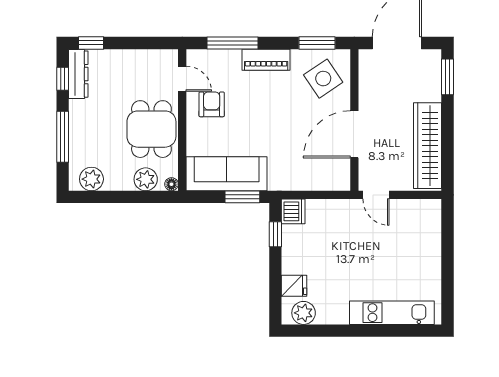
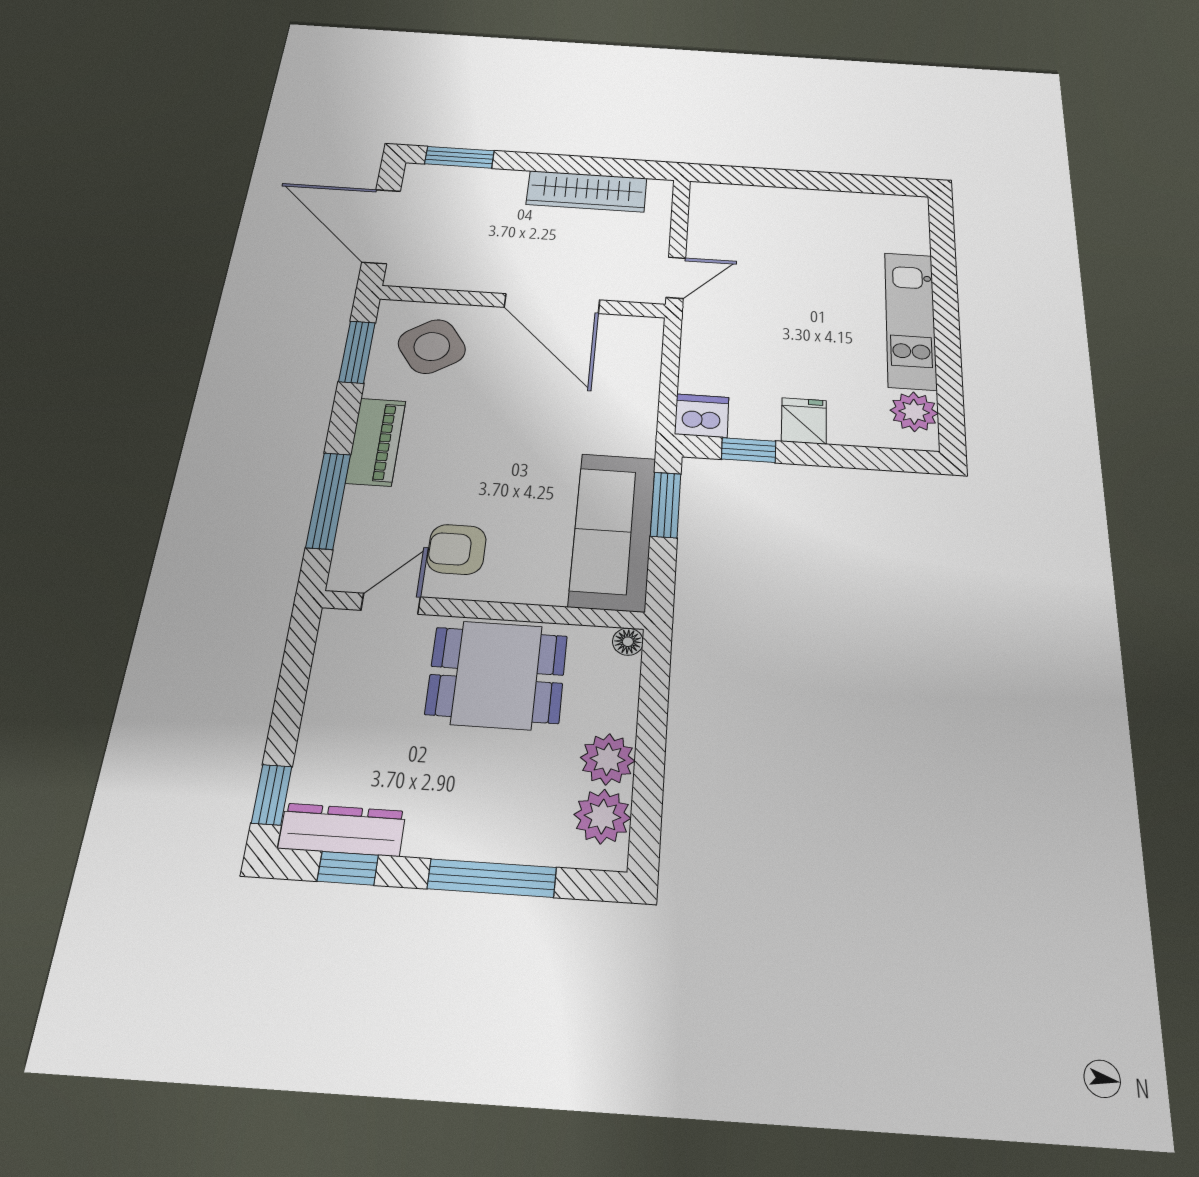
wardrobe: (428, 146) -> (587, 191), width x0.71, depth x0.85
plant: (146, 179) -> (608, 759), moved
fridge: (294, 286) -> (804, 421), moved
kitchen unit: (392, 313) -> (910, 320), moved

